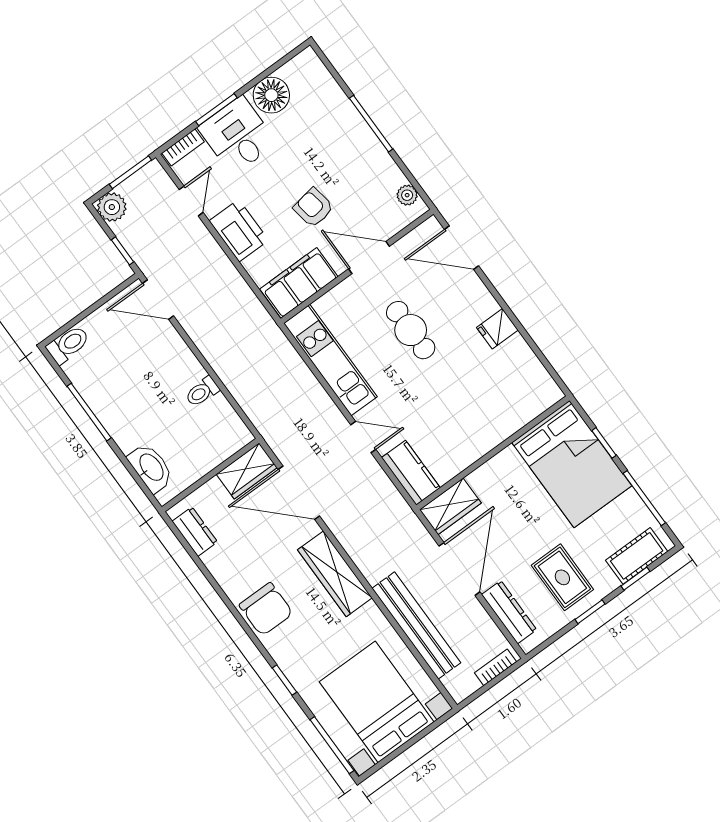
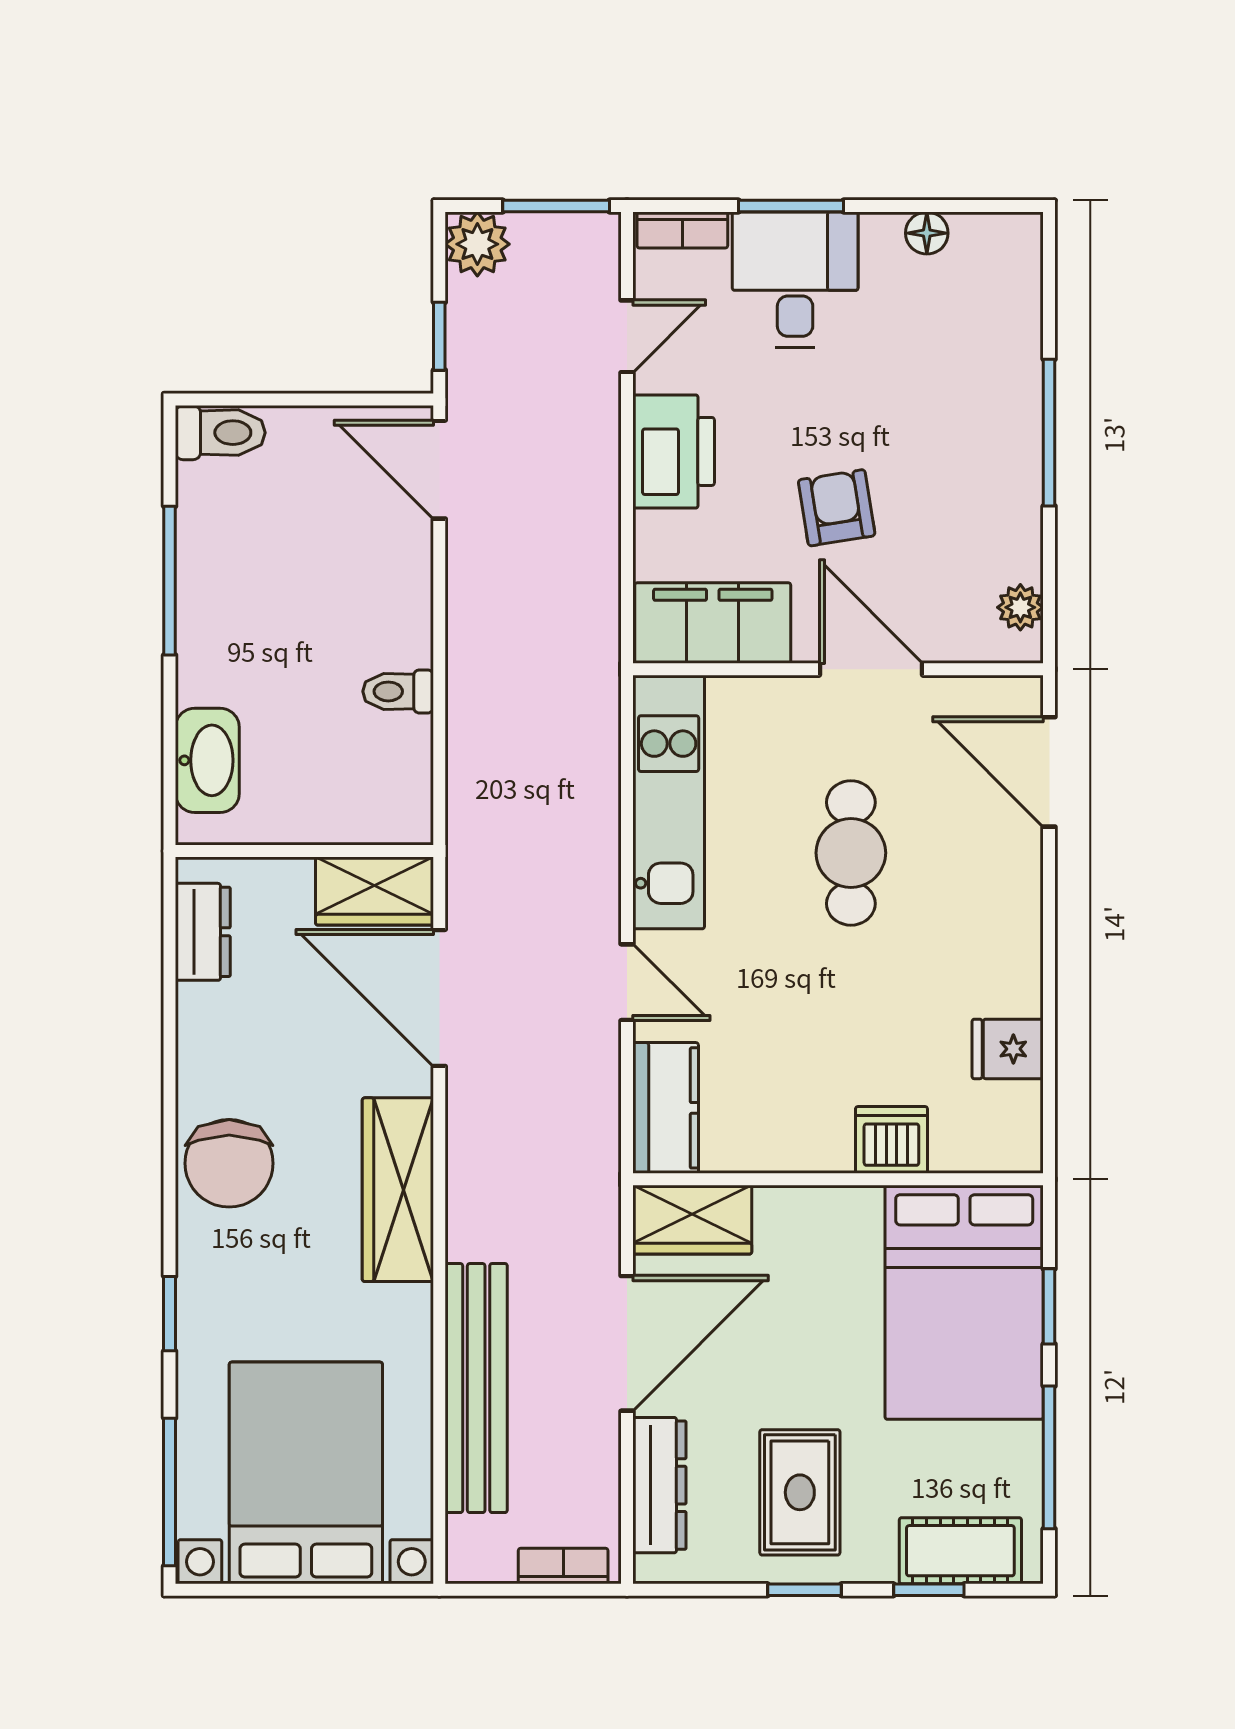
floor lamp: (271, 95) -> (927, 233), width x0.53, depth x0.53
fridge: (497, 329) -> (1008, 1049), moved
dishwasher: (502, 424) -> (891, 1140), added

